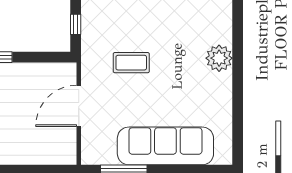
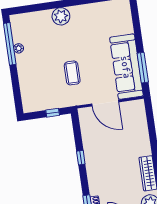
sofa: (165, 146) -> (126, 67), moved

